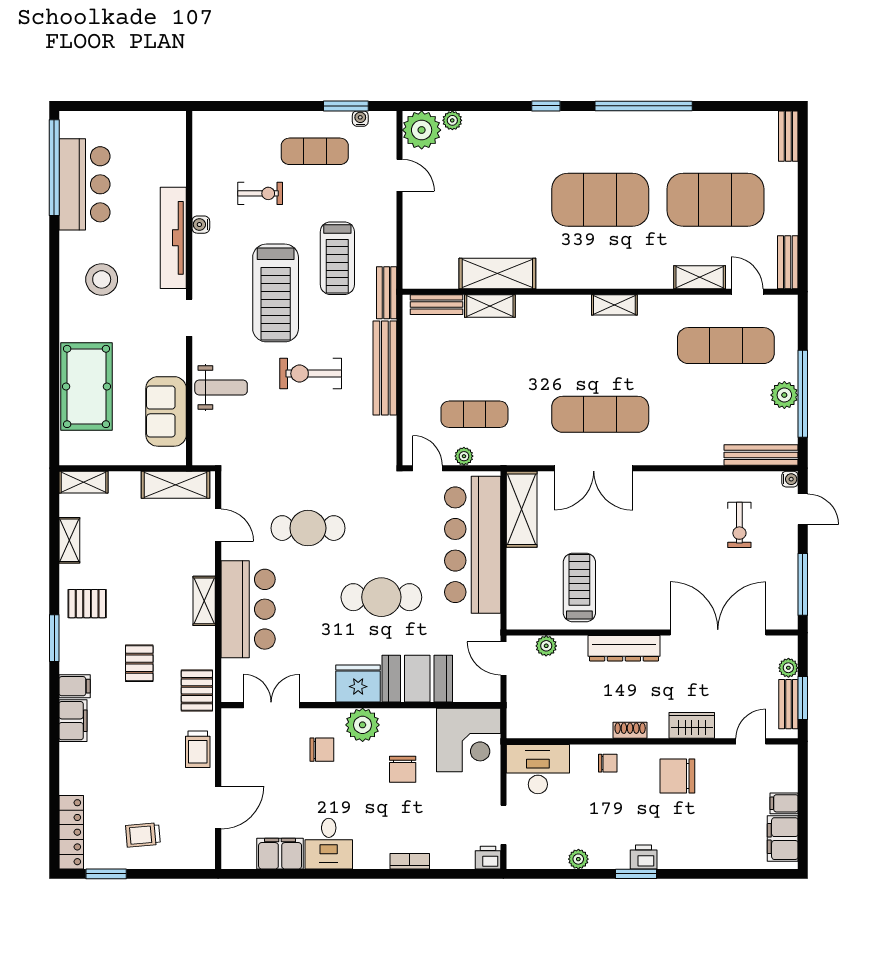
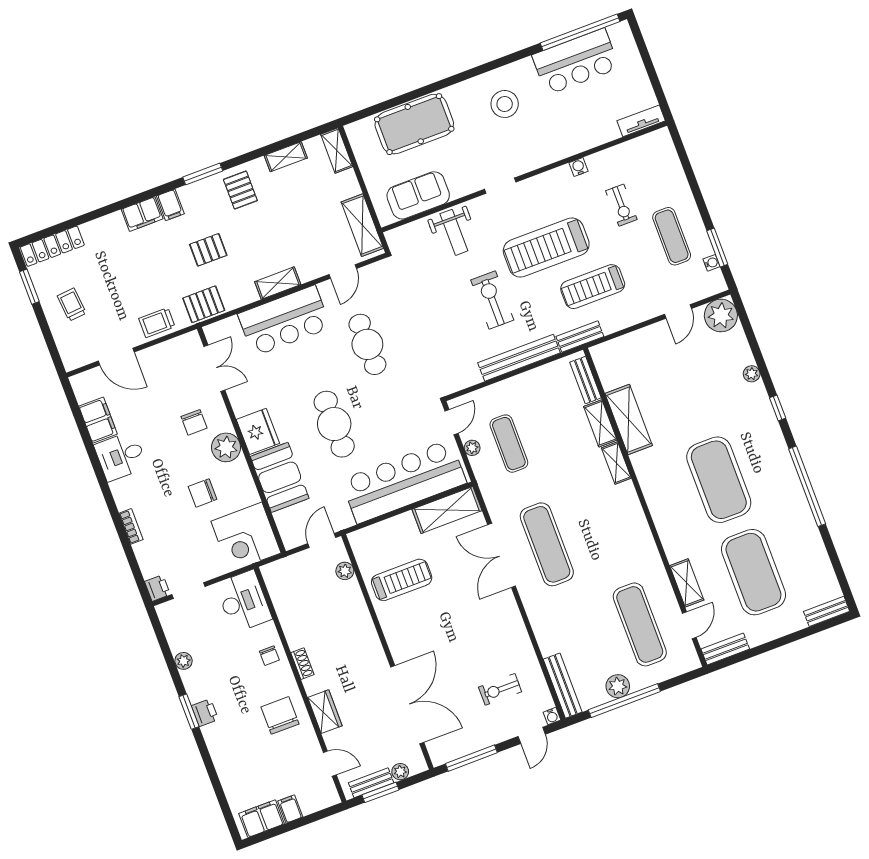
plant: (452, 120) -> (752, 374), moved
tv unit: (173, 238) -> (641, 121), moved, width x0.52, depth x0.78
shelving: (614, 305) -> (616, 463), moved
dresser: (624, 648) -> (366, 634), removed

